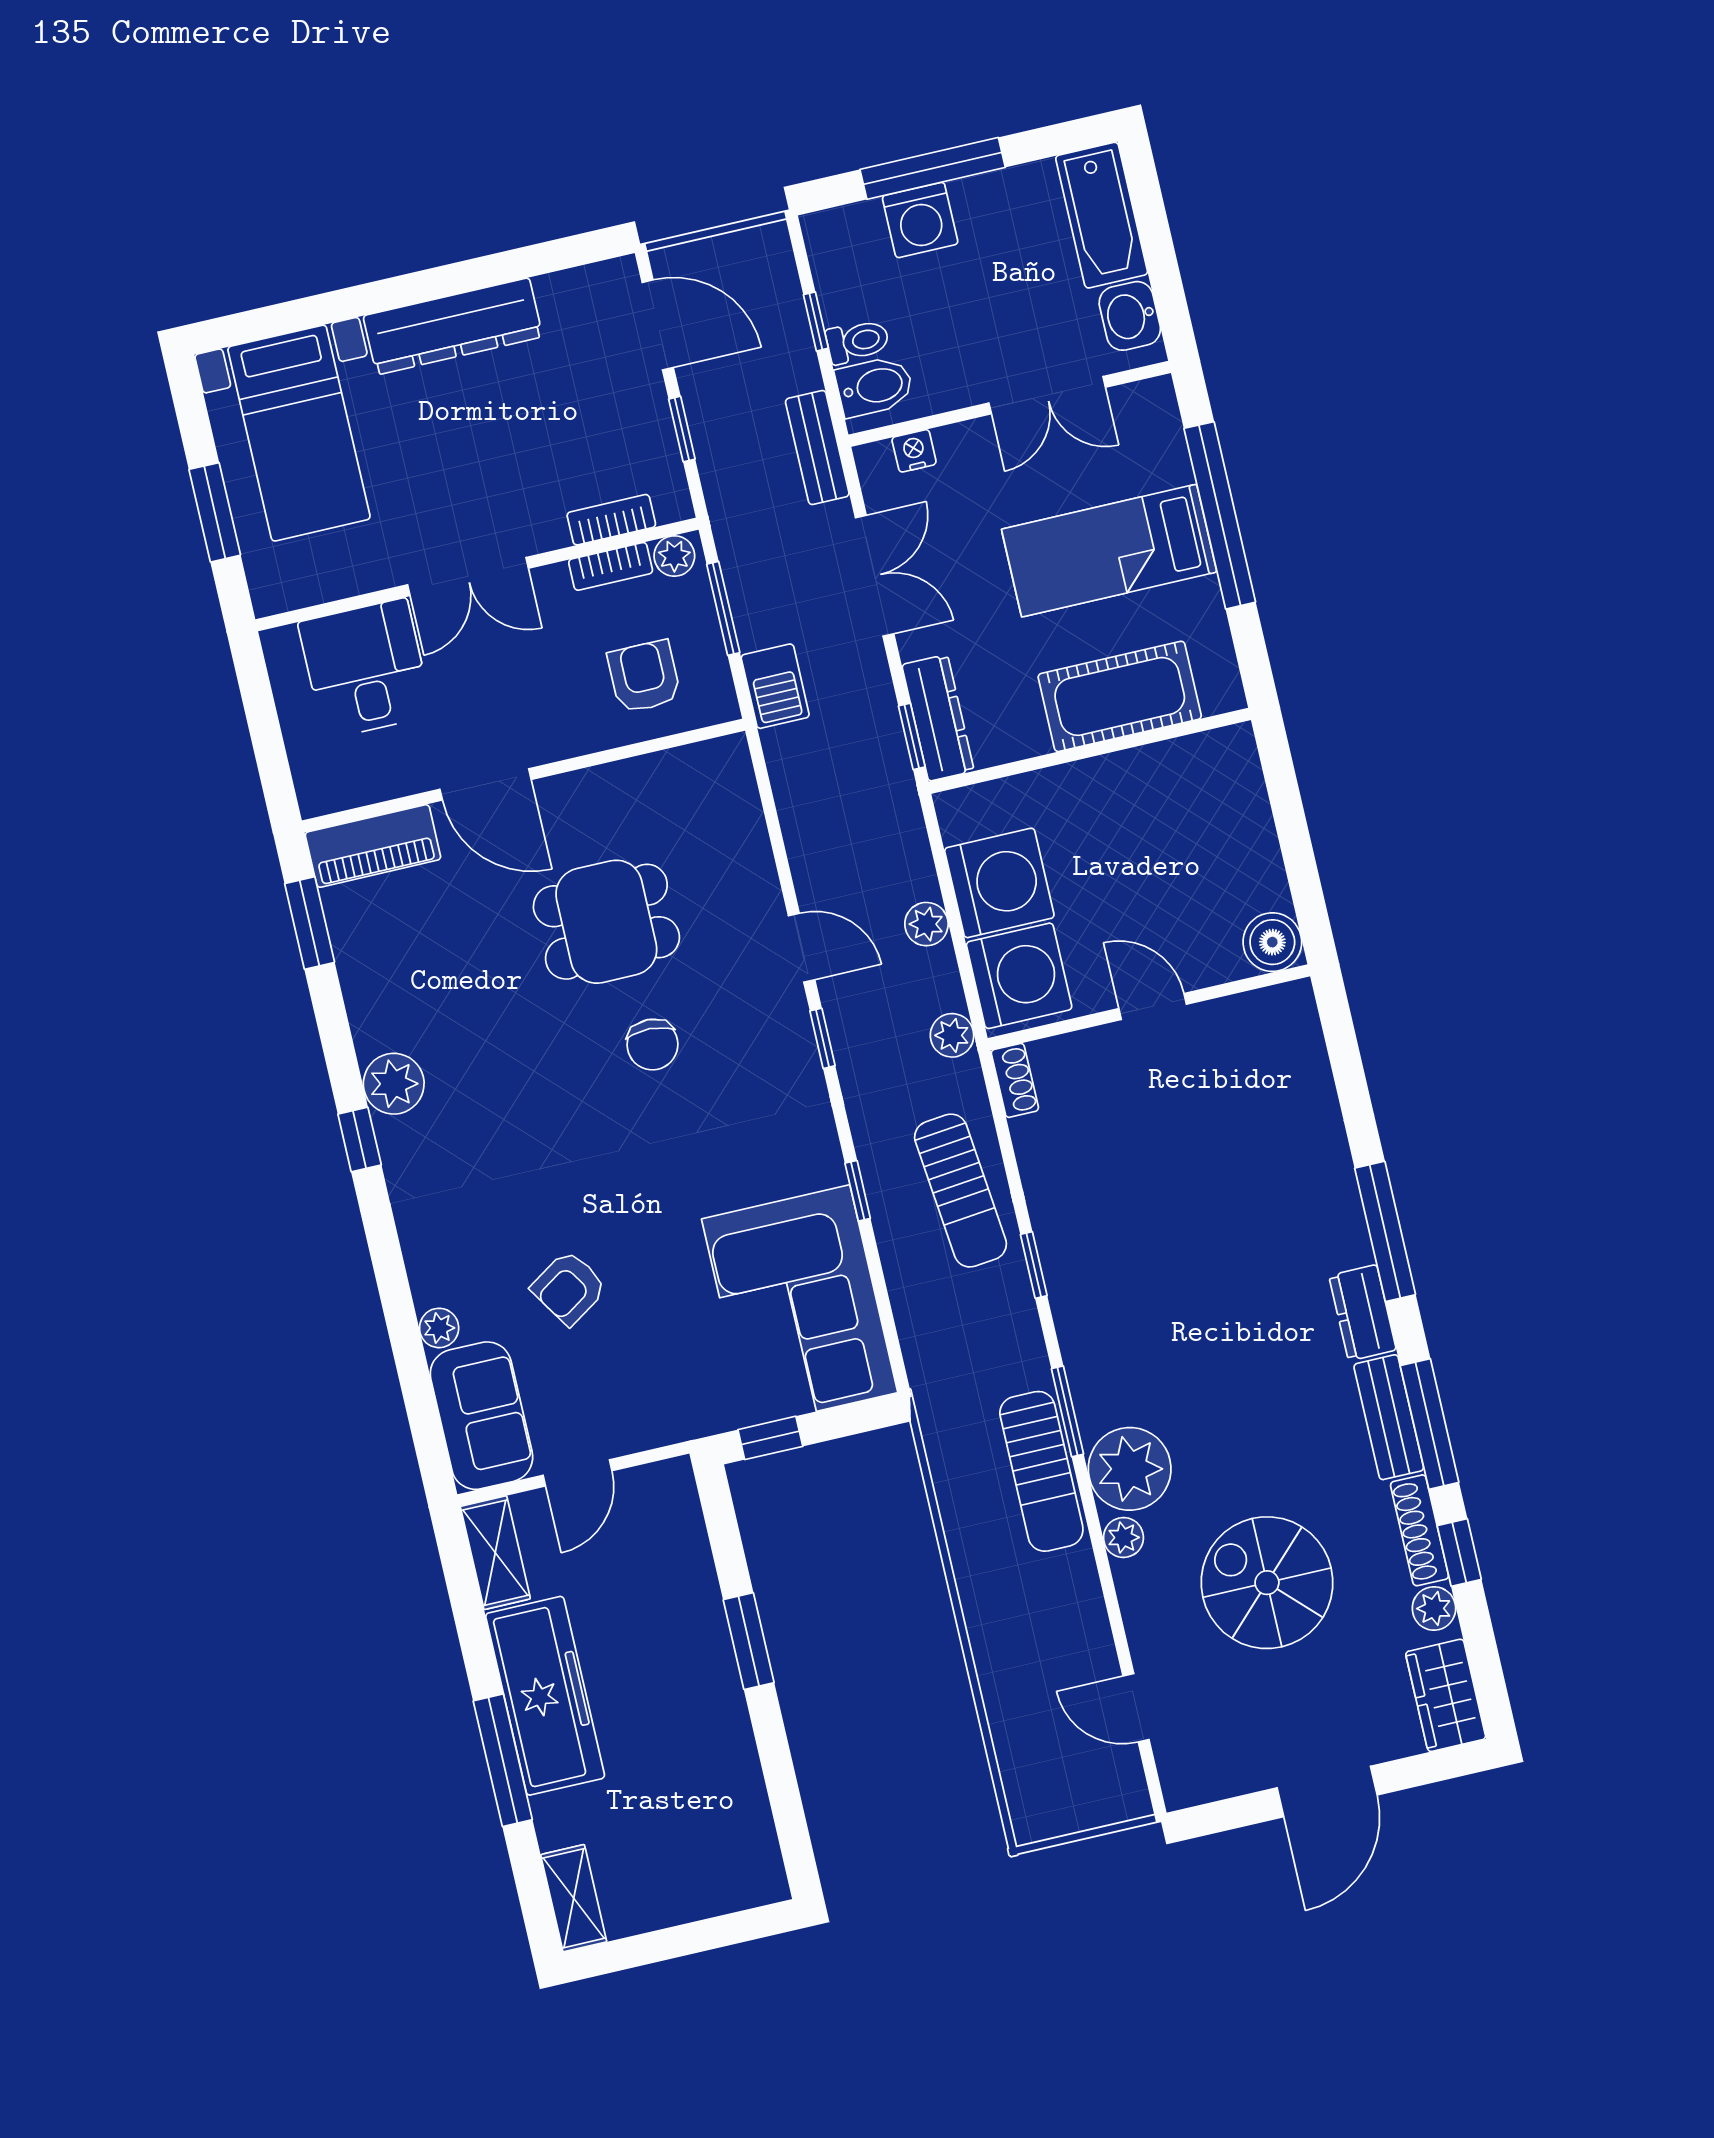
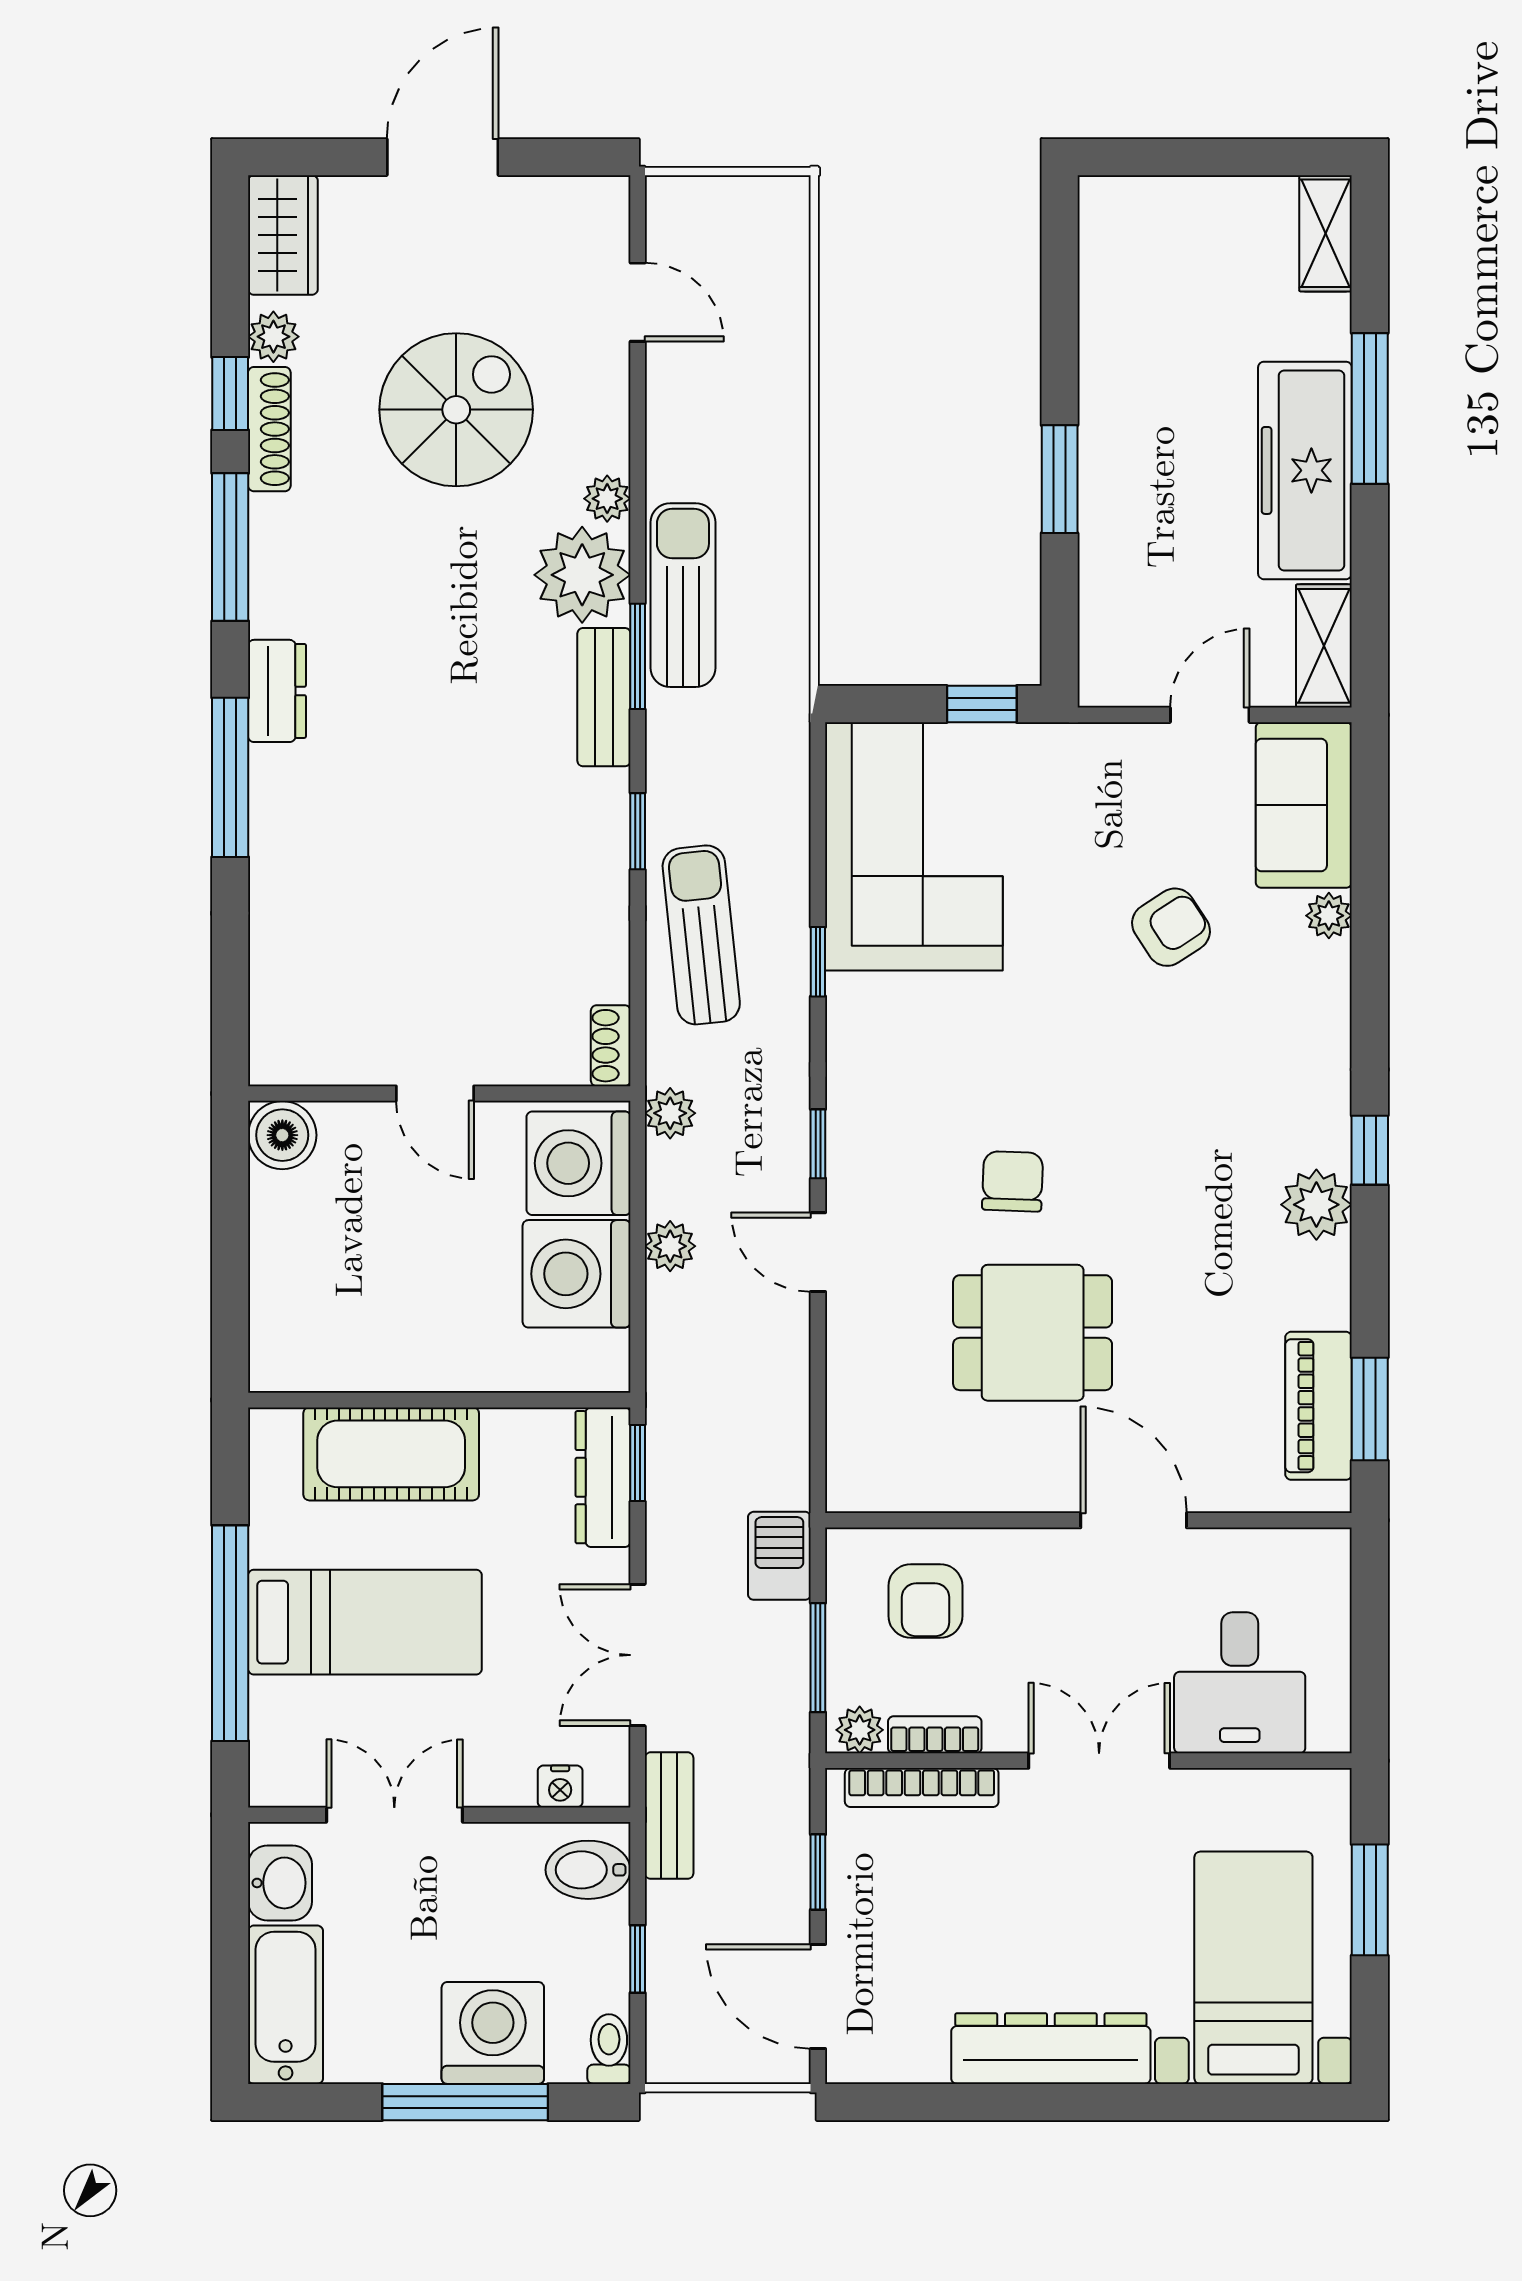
washing machine: (920, 220) -> (493, 2033), width x1.37, depth x1.37
toilet: (858, 341) -> (609, 2049), moved, turned 90
bookcase: (611, 520) -> (922, 1788), width x1.56
piano: (373, 846) -> (1319, 1406), moved, turned -90
bench: (1389, 1417) -> (604, 697), moved
spiral stairs: (1267, 1583) -> (456, 410), turned -90

